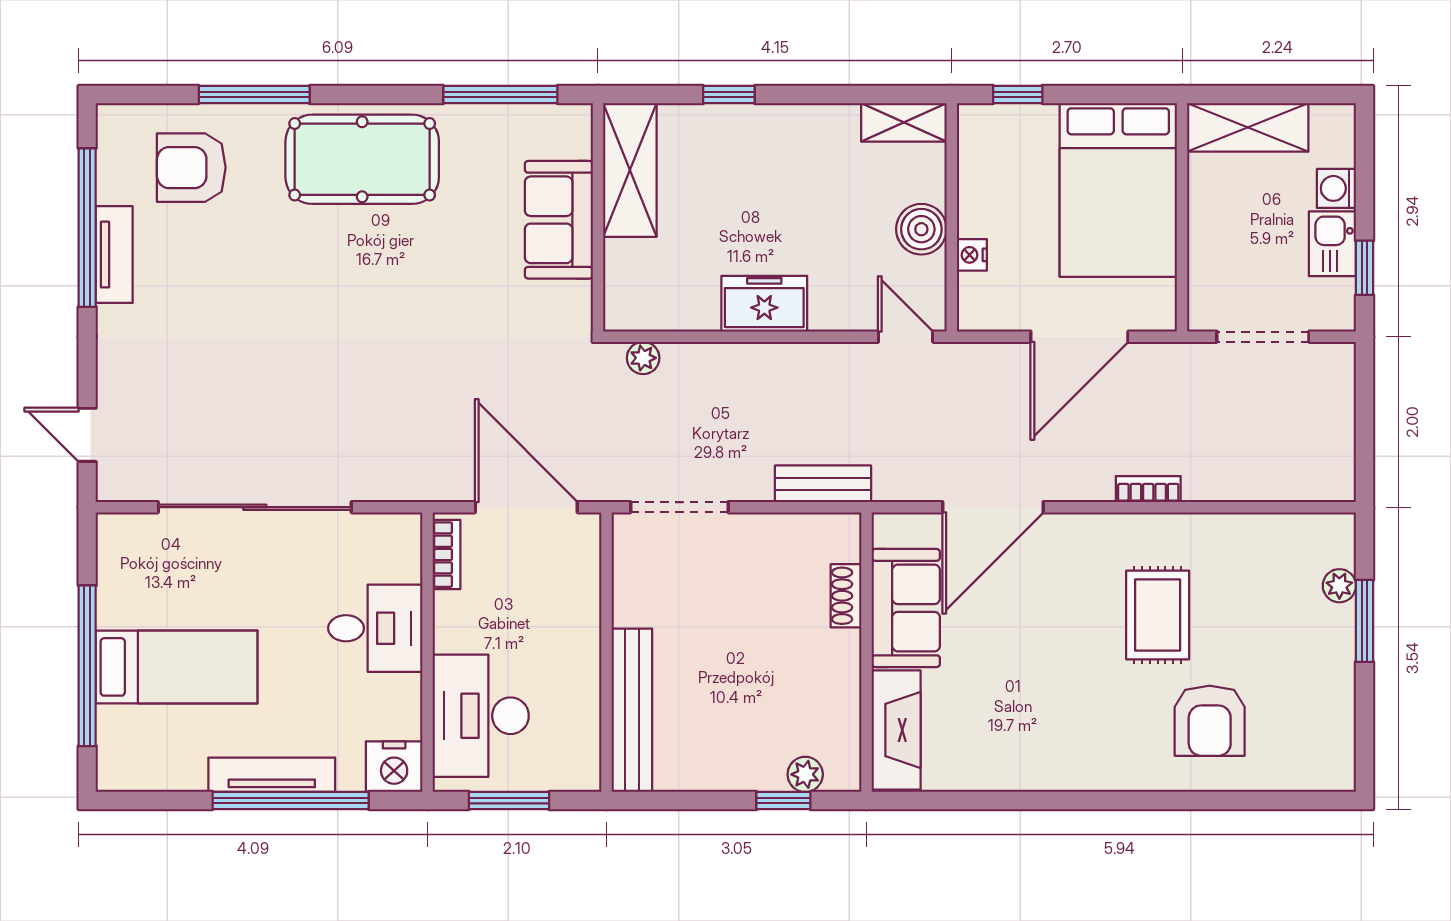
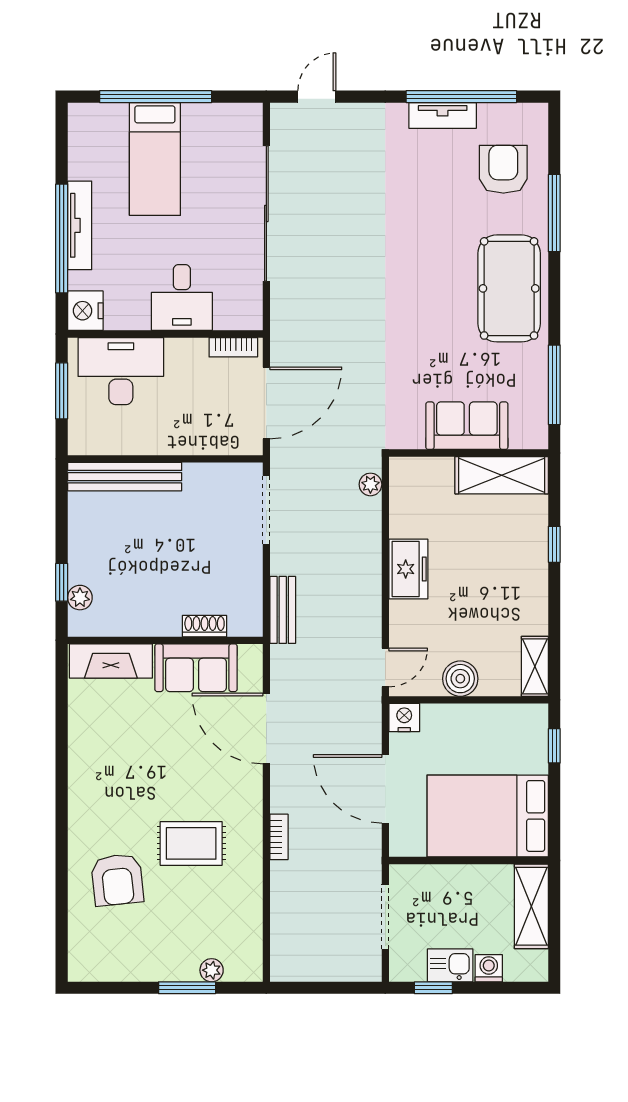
nightstand: (972, 255) -> (404, 718), moved, width x1.39, depth x1.35
armchair: (1210, 721) -> (117, 880), turned -96

